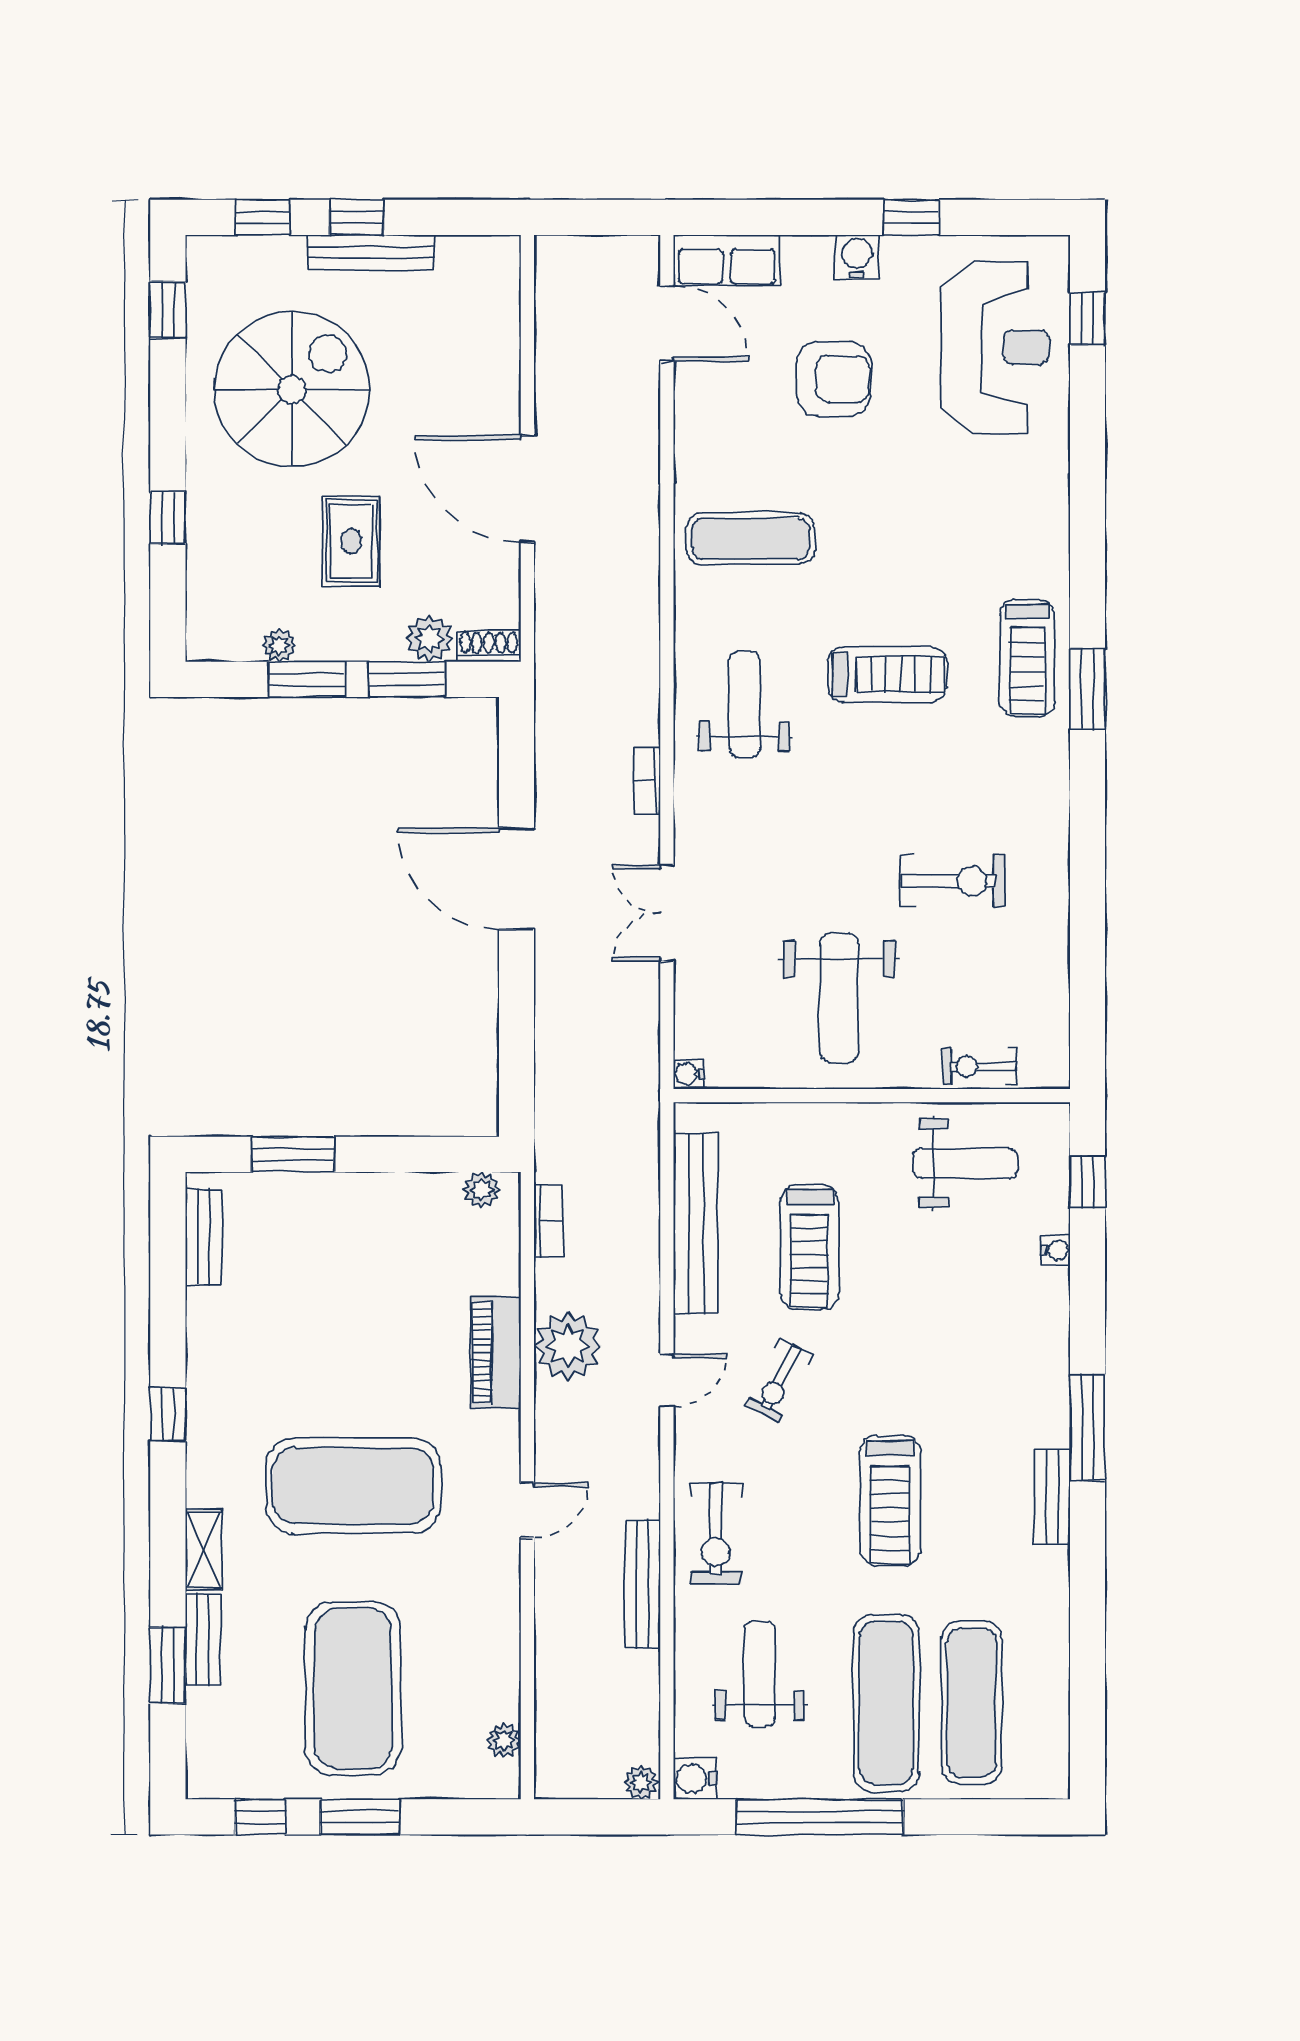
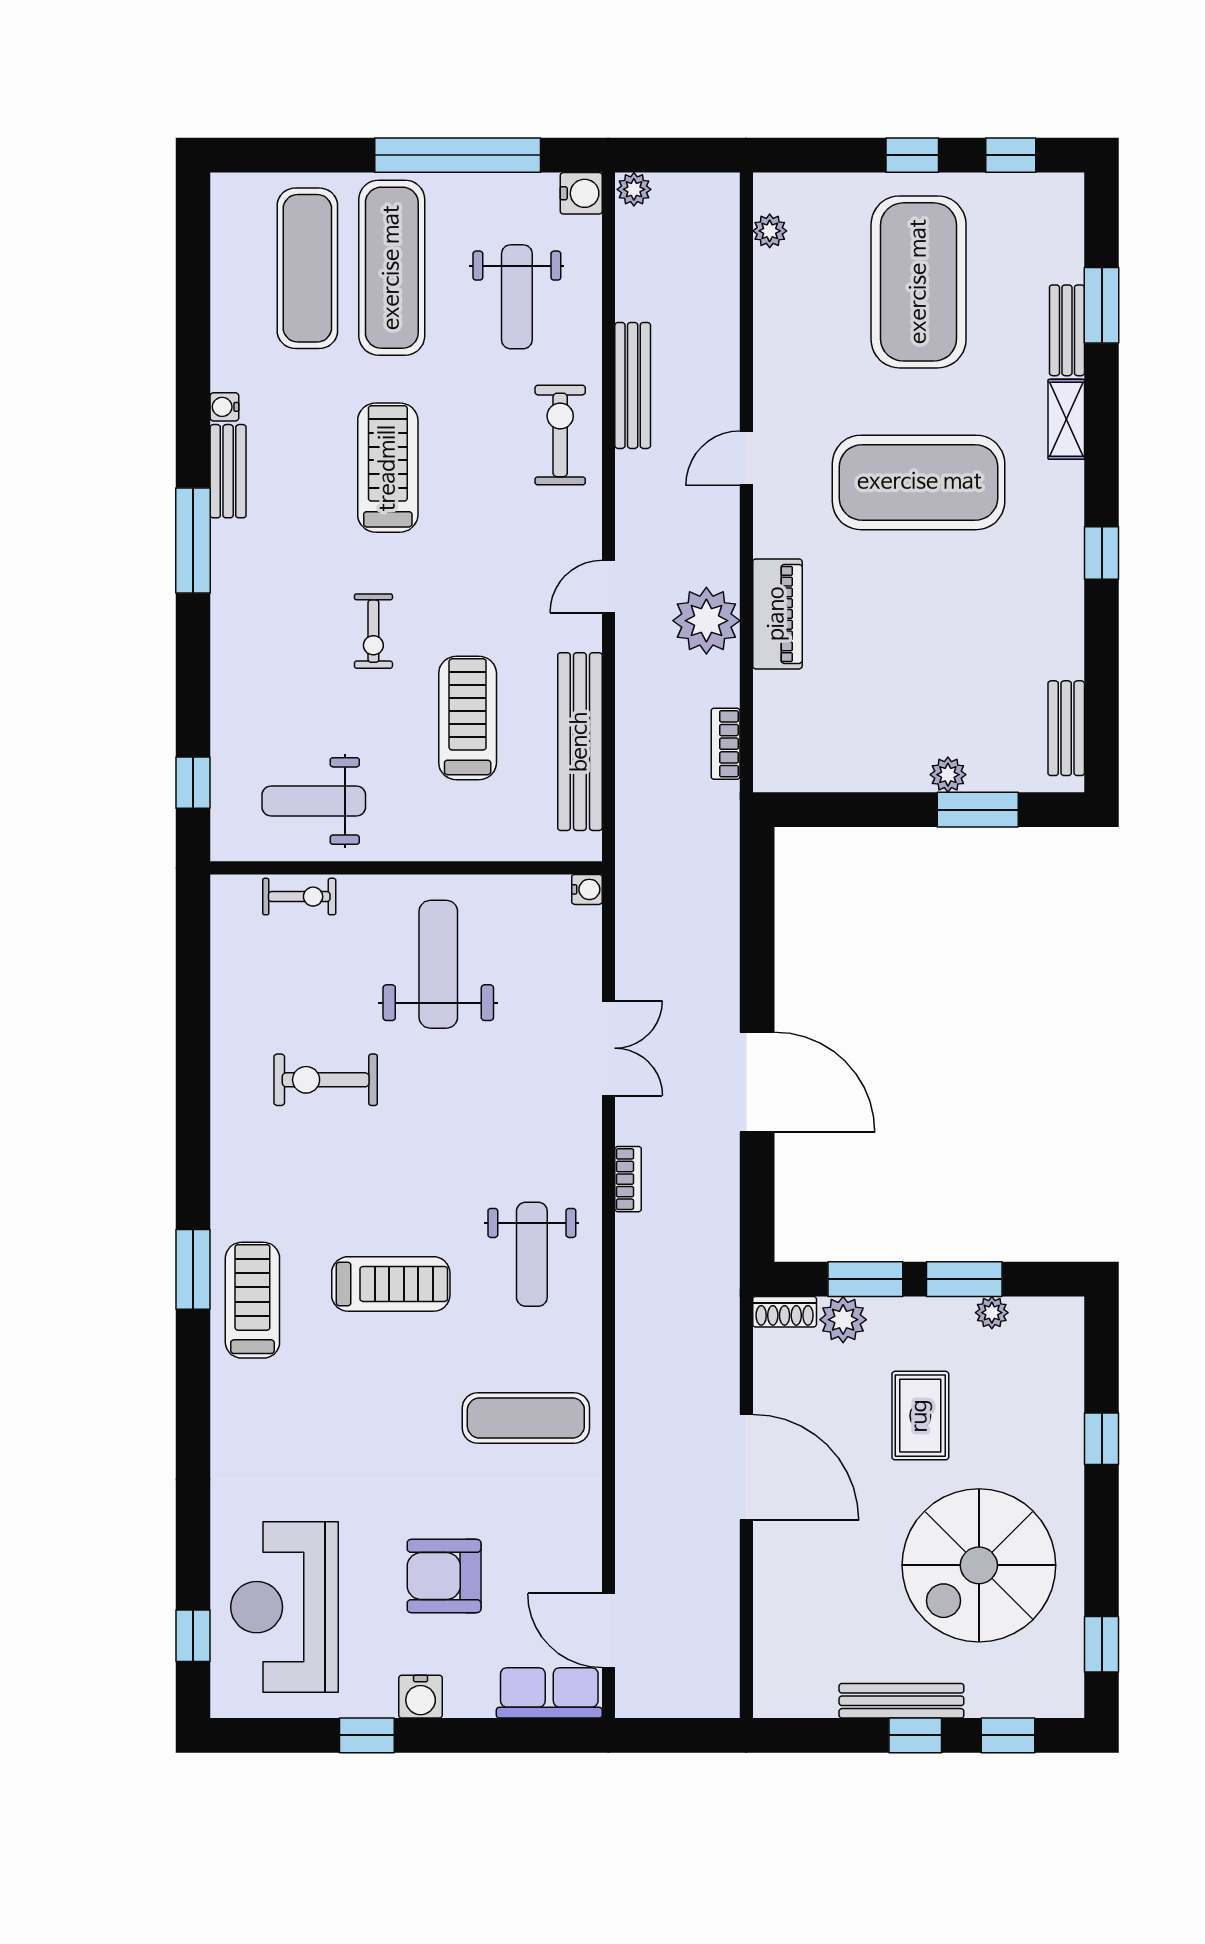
treadmill: (887, 674) -> (391, 1284), turned 180
plant: (482, 1190) -> (948, 775), moved
water cooler: (1056, 1250) -> (224, 407), moved
exercise bike: (779, 1381) -> (373, 631), moved, turned 153
window: (360, 1817) -> (912, 155), width x0.67

